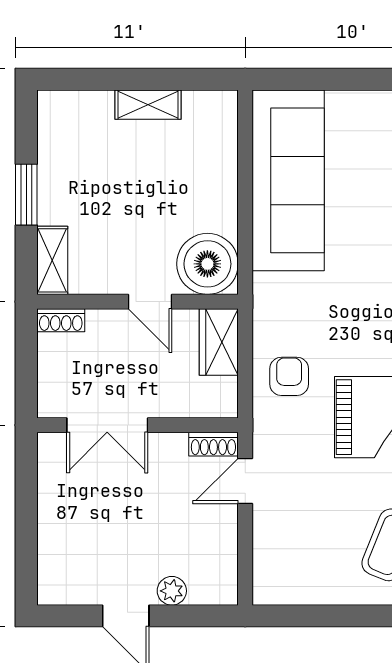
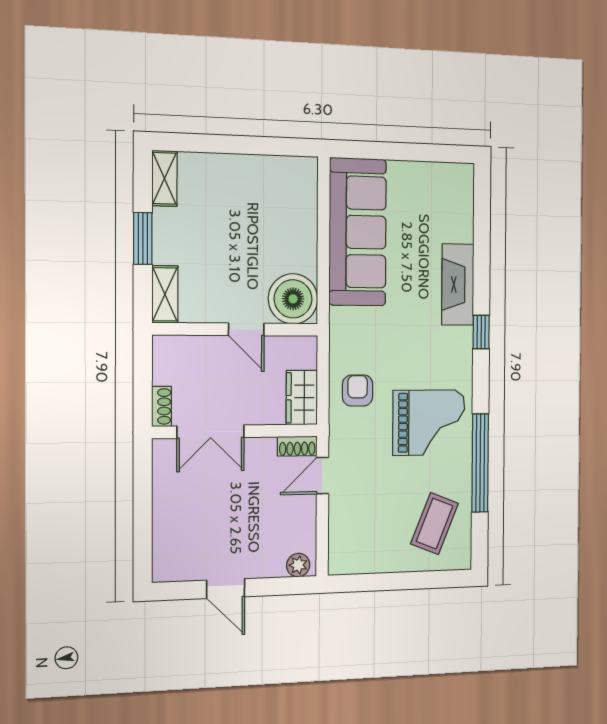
shelving: (148, 105) -> (164, 178), moved, turned 90
shoe rack: (61, 320) -> (162, 406), moved, turned -90
wardrobe: (219, 342) -> (302, 398), moved
plant: (172, 591) -> (298, 565), moved

